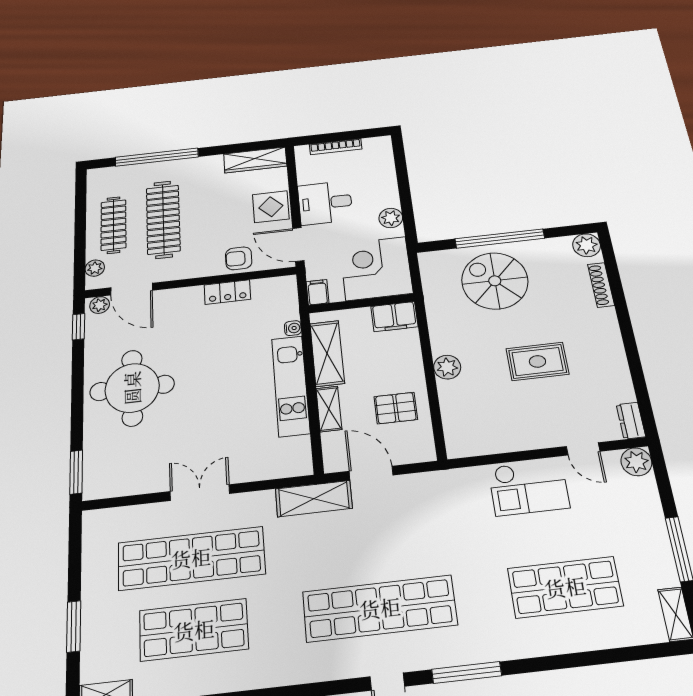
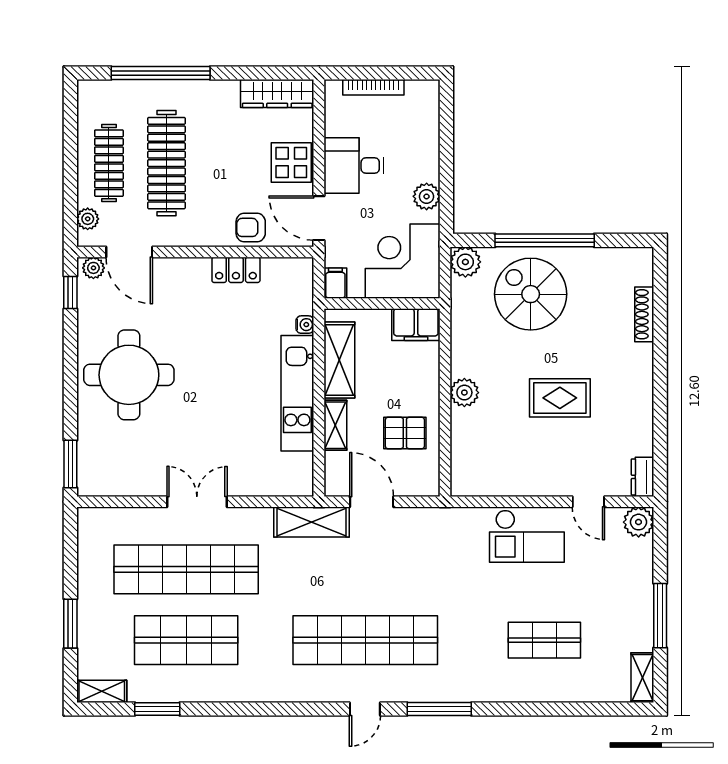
plant: (587, 245) -> (465, 262), moved
shop shelf: (565, 587) -> (544, 640), width x0.70, depth x0.74

